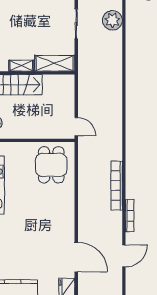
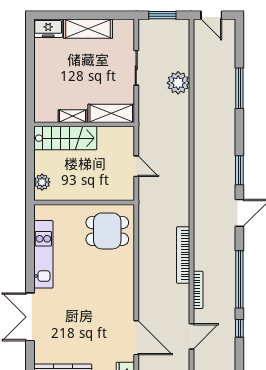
plant: (112, 20) -> (178, 83), moved
door: (76, 127) -> (136, 166), moved
dining table: (51, 165) -> (107, 231), turned 90

